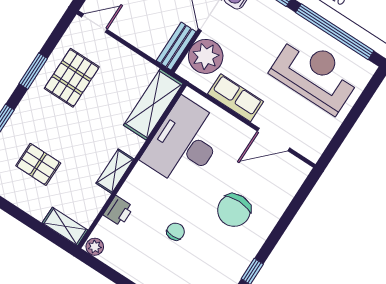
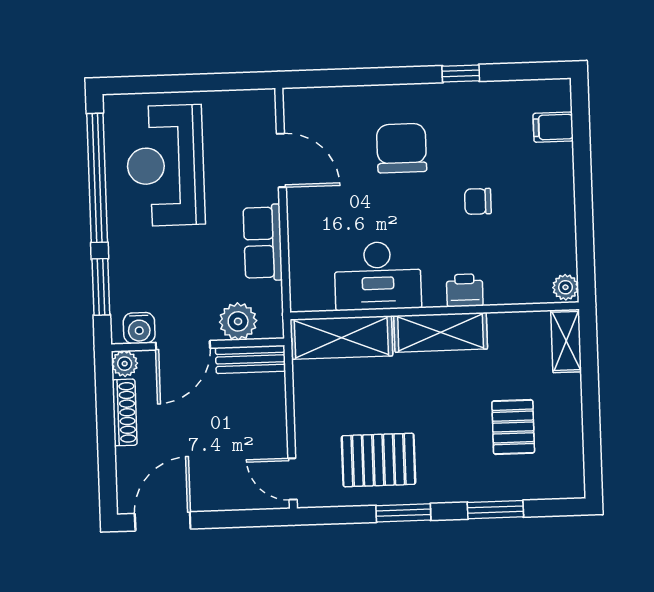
plant: (206, 56) -> (238, 321), width x0.73, depth x0.73
desk: (184, 143) -> (378, 276), width x0.73, depth x0.77
shelving: (115, 171) -> (441, 332), width x1.50, depth x1.33
chair: (234, 210) -> (402, 148), turned -90
printer: (118, 211) -> (465, 290), moved

